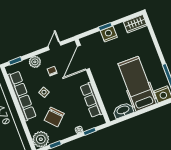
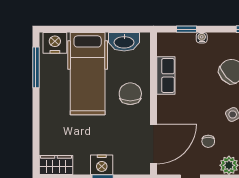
chair: (108, 82) -> (130, 94), added
row of seats: (91, 100) -> (166, 75), width x0.68

